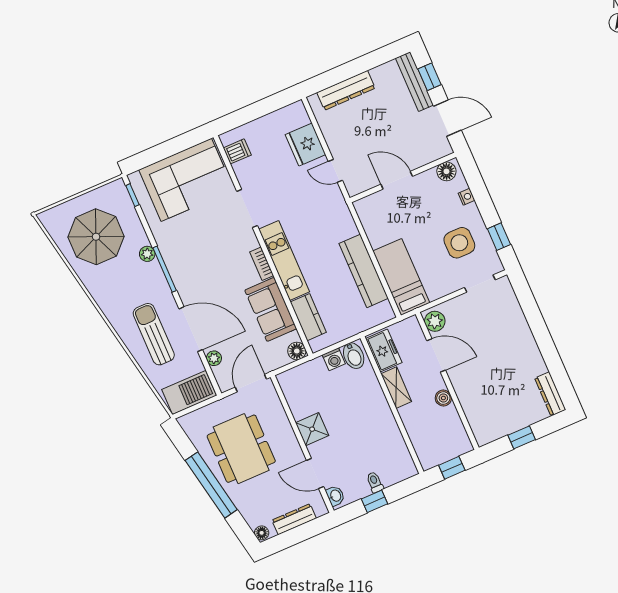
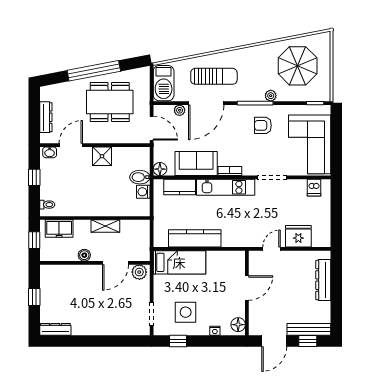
armchair: (188, 247) -> (263, 125), added
freezer: (384, 351) -> (59, 229), moved
bidet: (354, 356) -> (140, 177), moved
toilet: (375, 482) -> (47, 205), moved
floor lamp: (262, 533) -> (46, 91), removed

